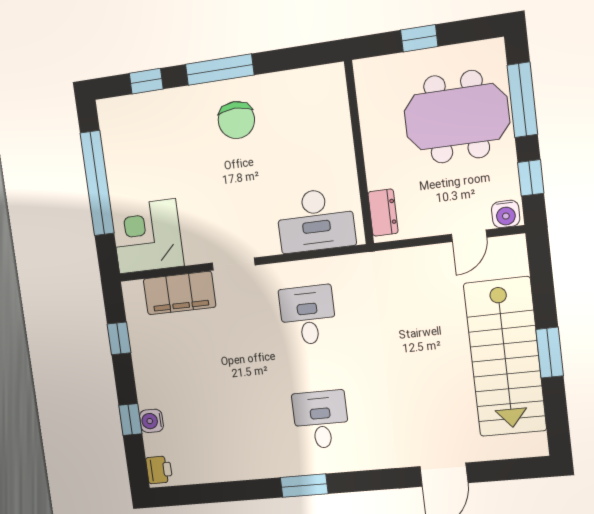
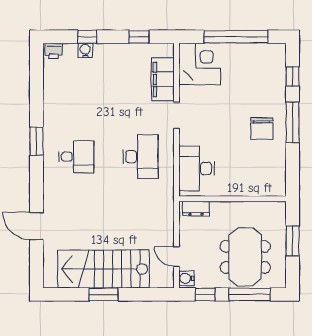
window: (419, 38) -> (293, 241), width x1.50
chair: (236, 120) -> (262, 129), turned -90
desk: (308, 315) -> (141, 157), width x1.37

